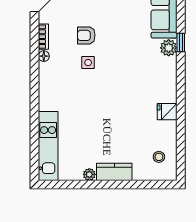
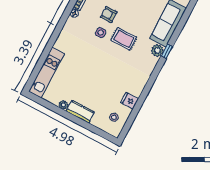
rug: (120, 55) -> (124, 39), added
fridge: (167, 112) -> (130, 101), moved

